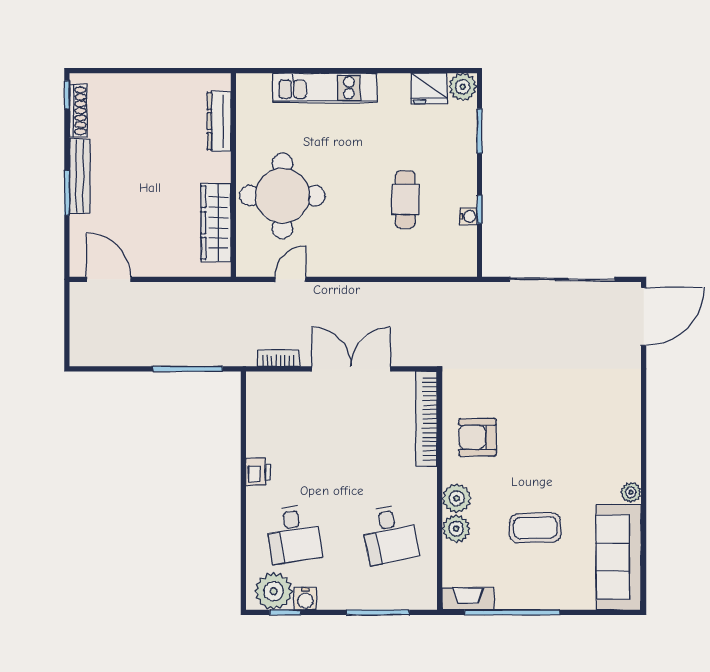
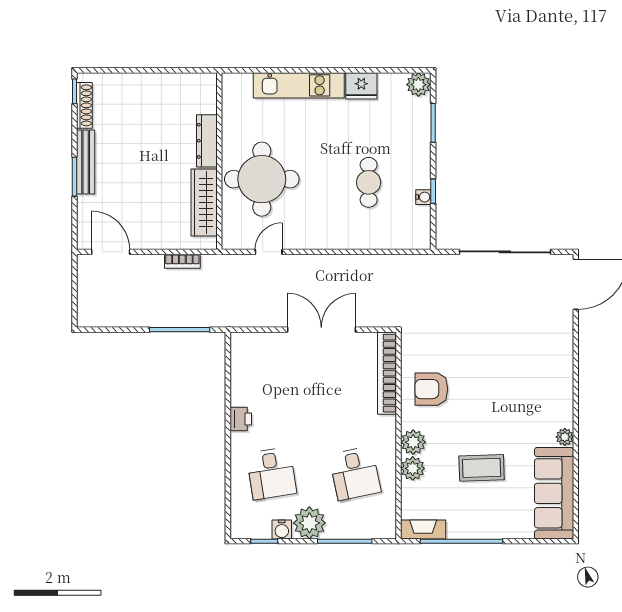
fridge: (429, 88) -> (361, 86), moved
dresser: (219, 121) -> (207, 141), moved
bookcase: (278, 358) -> (182, 261), moved, turned 180
plant: (274, 591) -> (309, 523), moved

